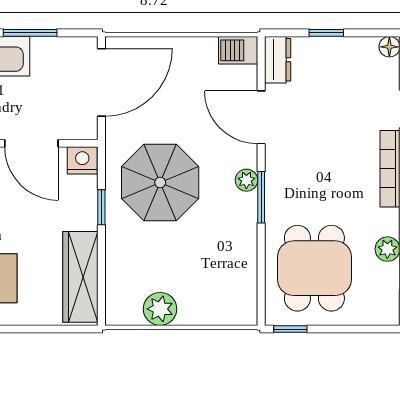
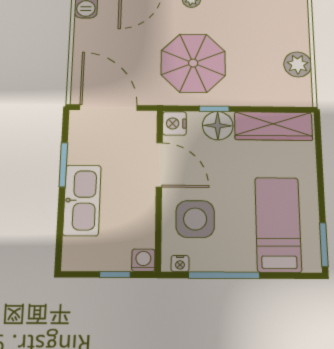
door: (31, 143) -> (159, 165), hinge flipped
floor lamp: (80, 211) -> (218, 126), added

